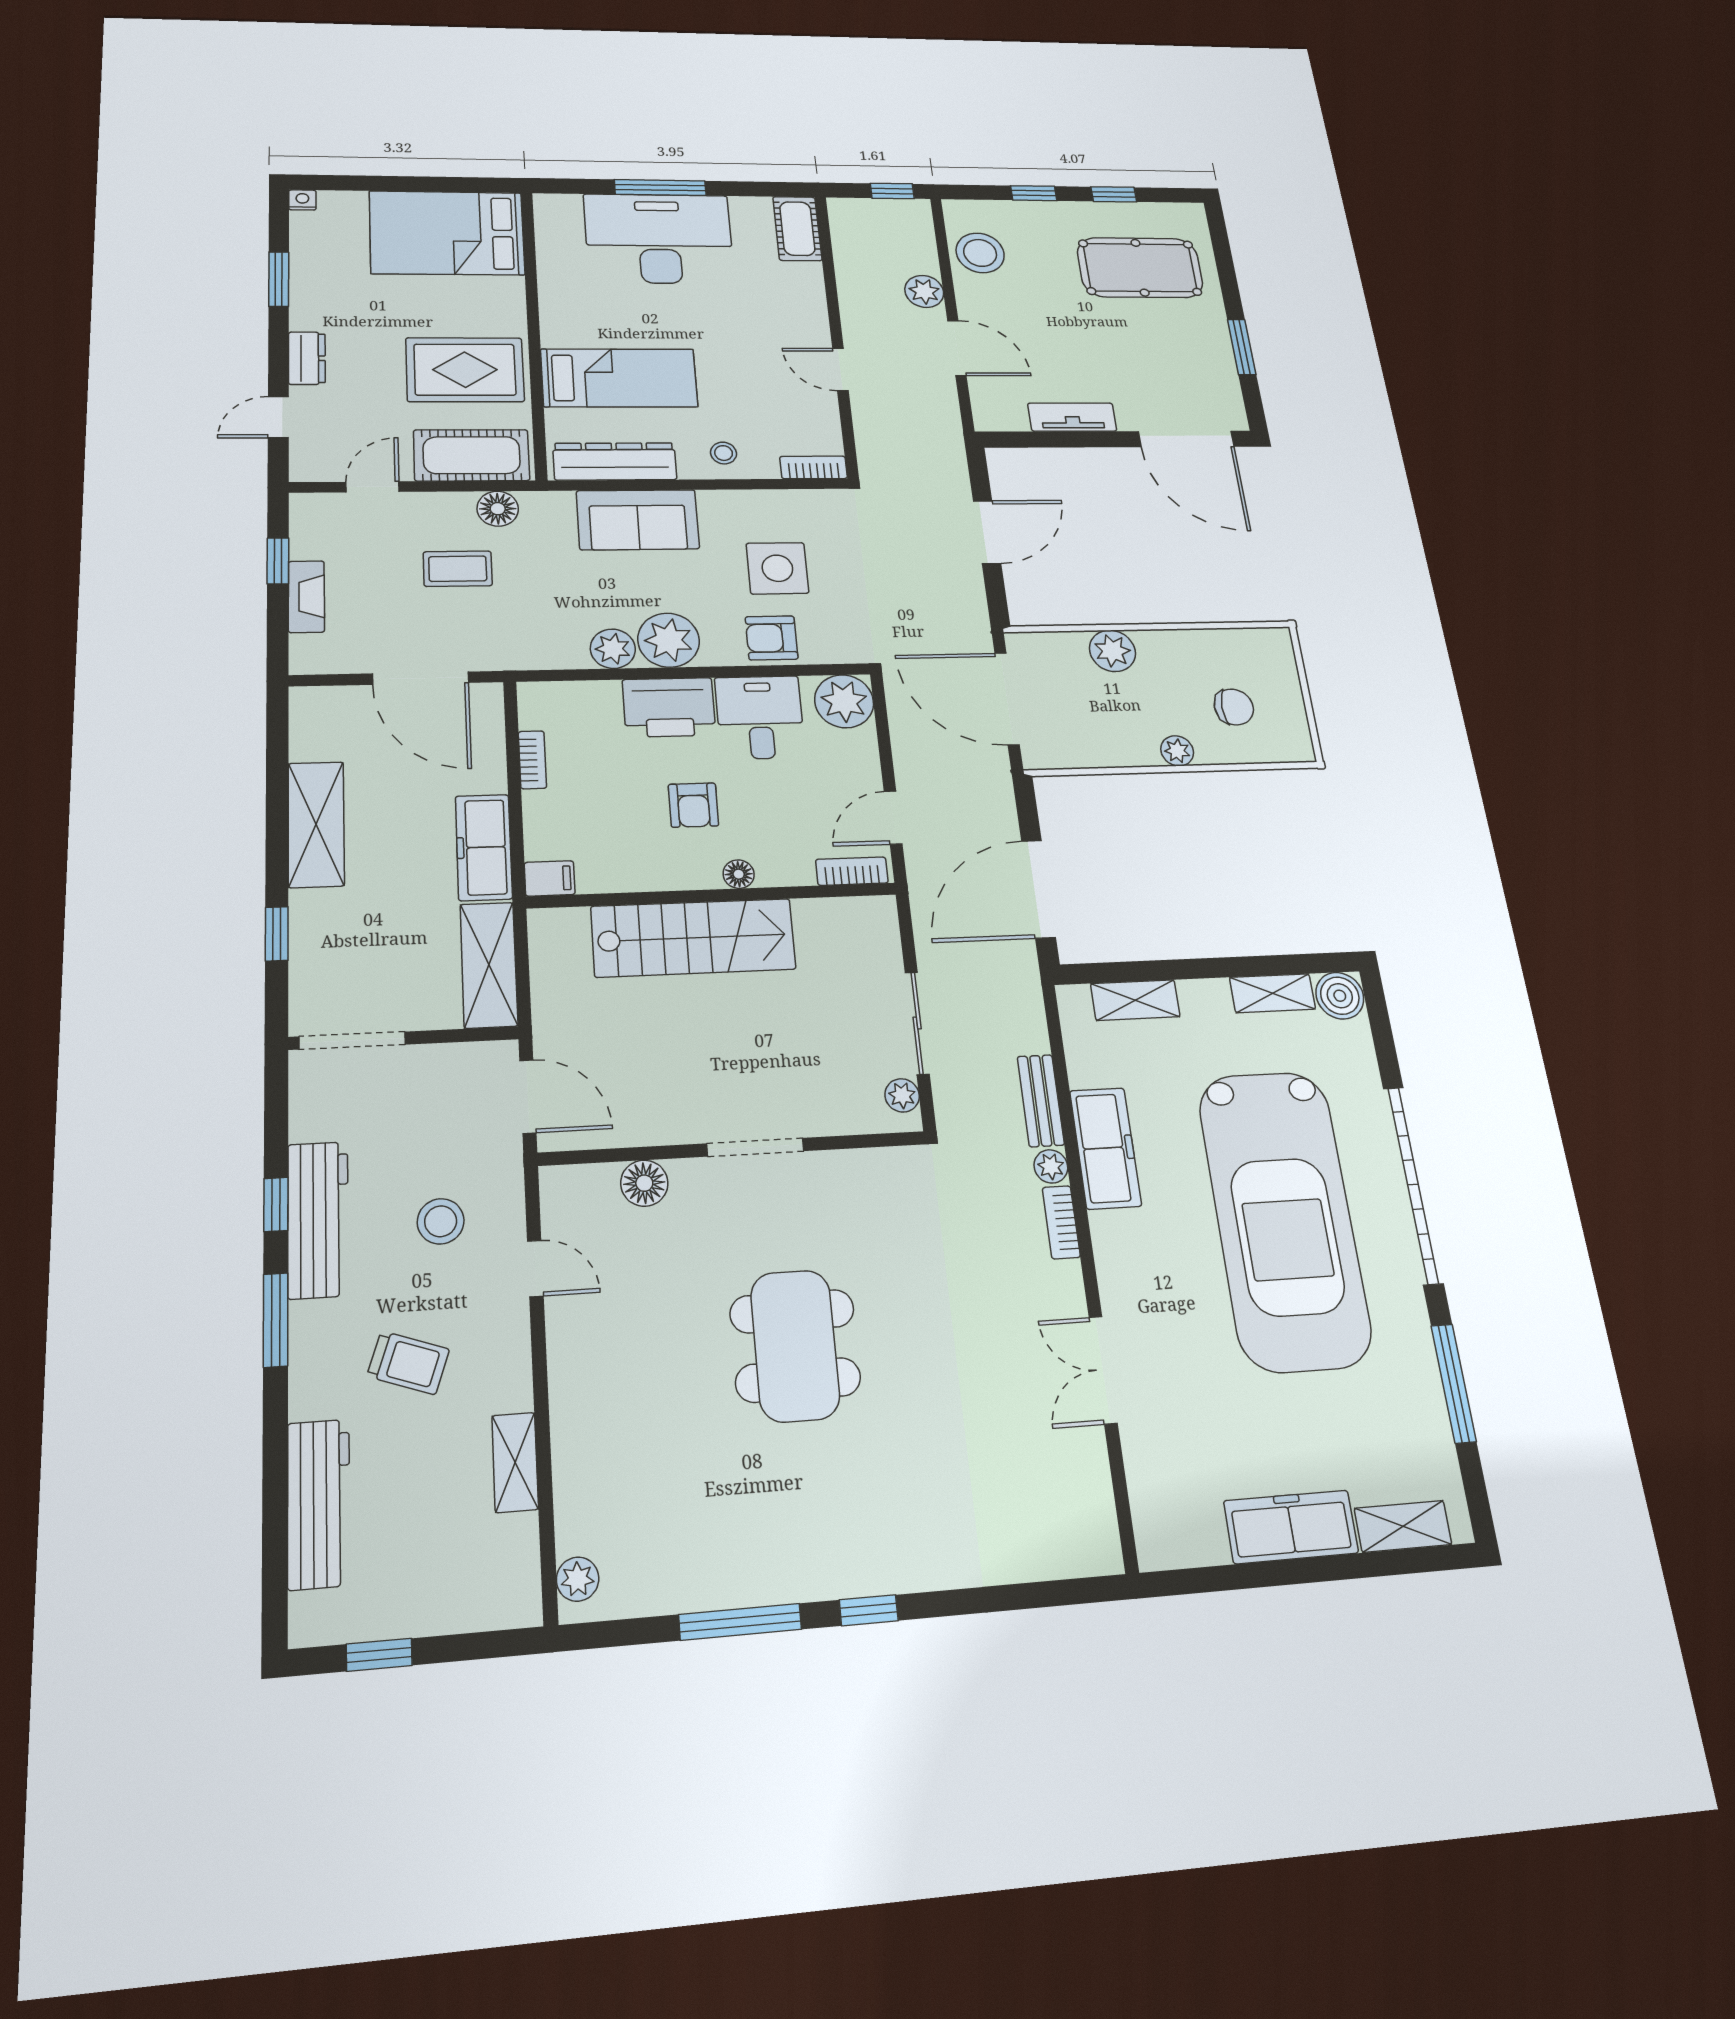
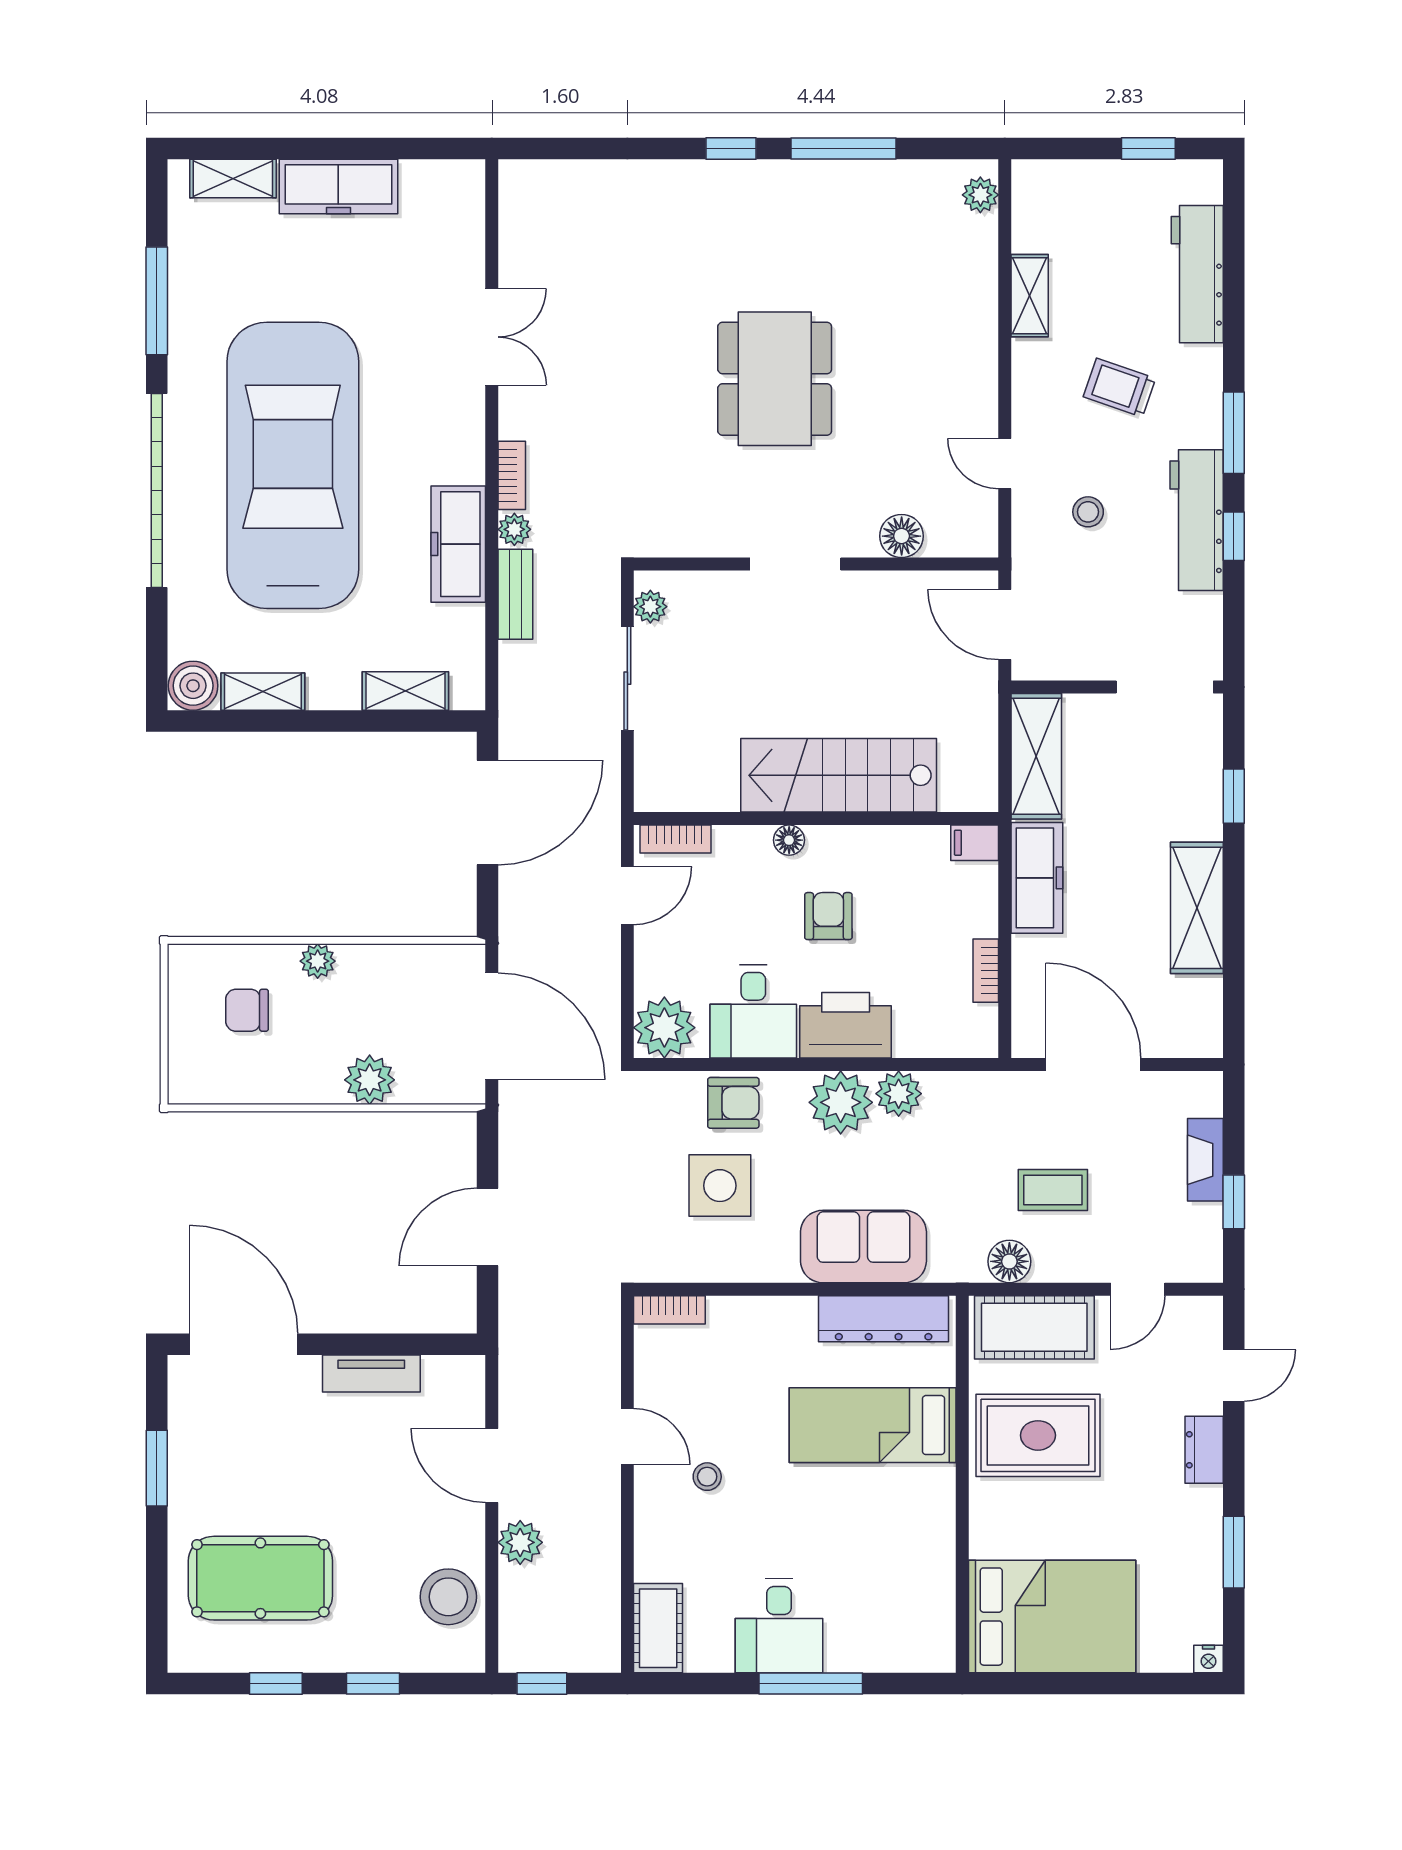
desk: (659, 239) -> (779, 1626), width x0.53, depth x0.77
stool: (724, 453) -> (707, 1477), moved
stool: (441, 1221) -> (1088, 512), width x0.73, depth x0.73

